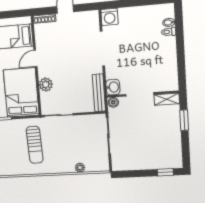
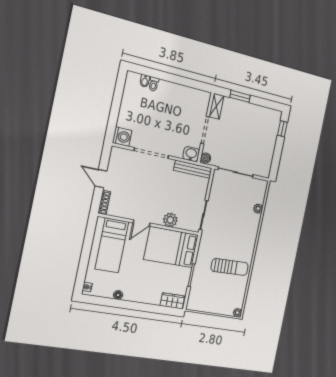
door: (35, 58) -> (141, 223), hinge flipped
sun lounger: (35, 145) -> (230, 267), moved

